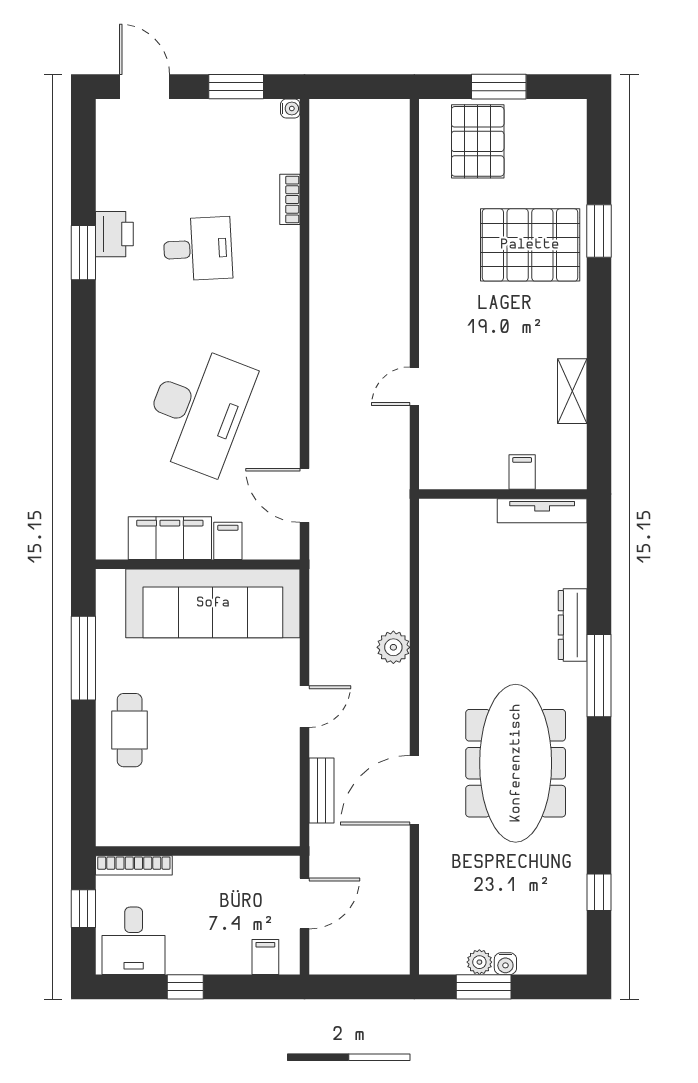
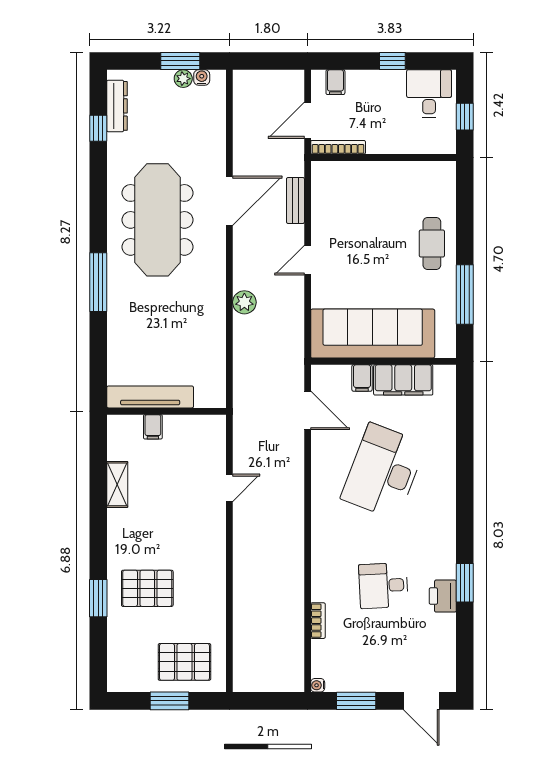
pallet: (478, 141) -> (184, 662), turned 90
pallet: (530, 245) -> (147, 588), width x0.73, depth x0.71
tv unit: (542, 511) -> (150, 397), width x1.36, depth x1.29
dresser: (573, 625) -> (117, 106), moved
bookcase: (134, 865) -> (338, 147), moved
water cooler: (505, 964) -> (202, 77), moved

